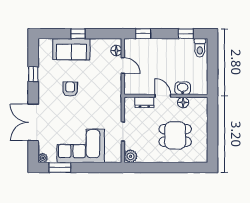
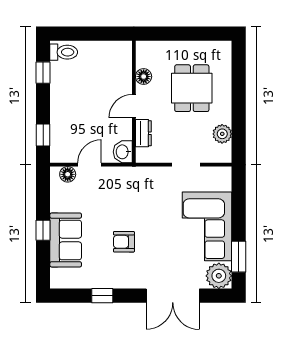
washbasin: (183, 88) -> (123, 152), moved
plant: (131, 156) -> (222, 134), moved
plant: (43, 158) -> (219, 276), width x1.87, depth x1.87

